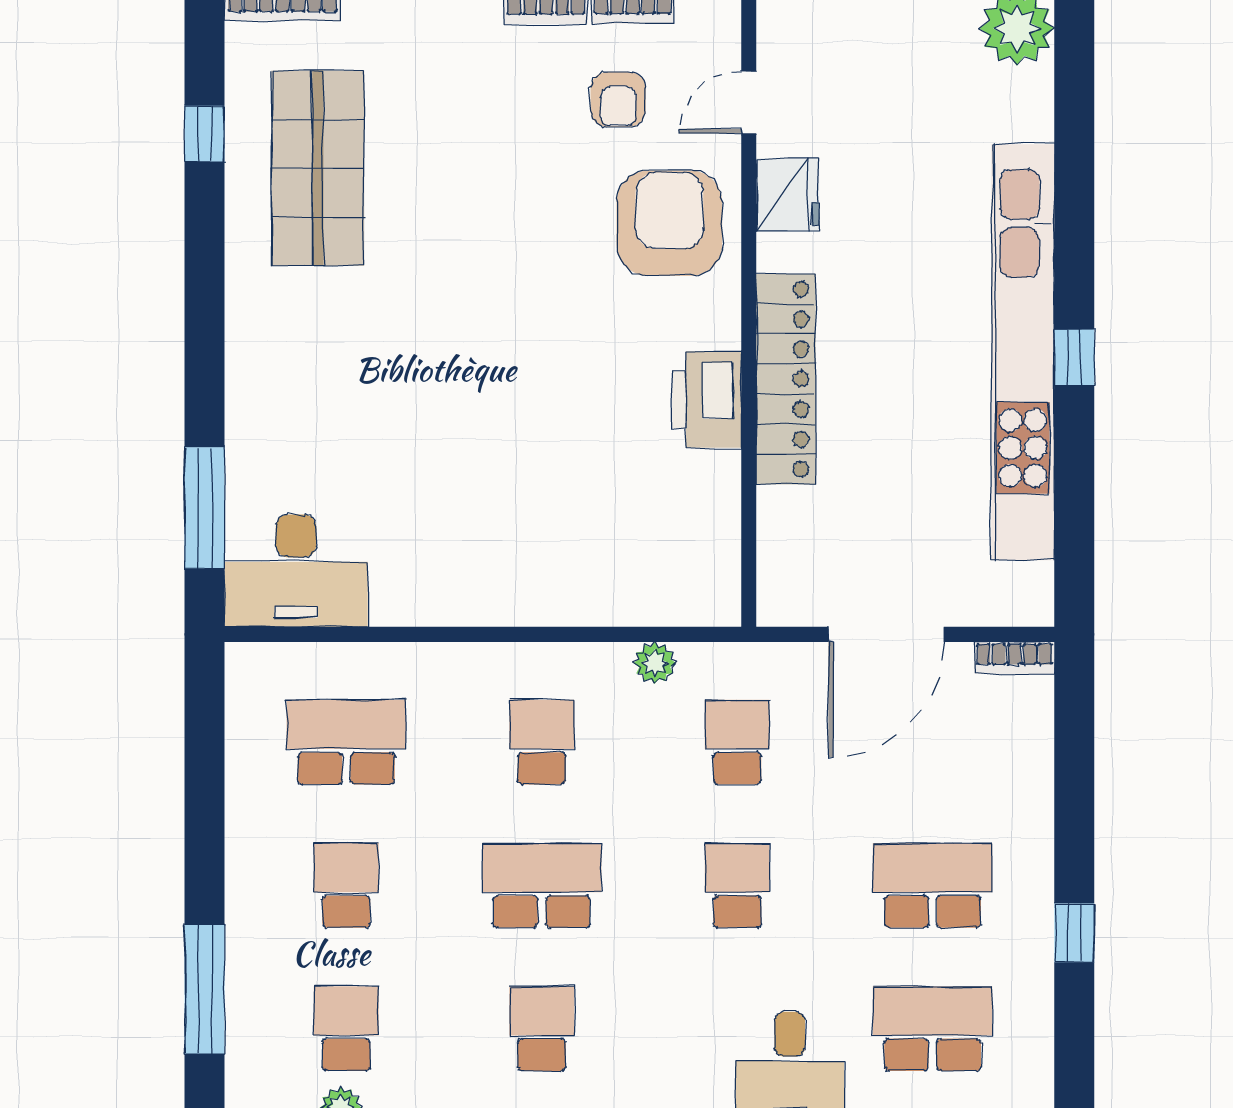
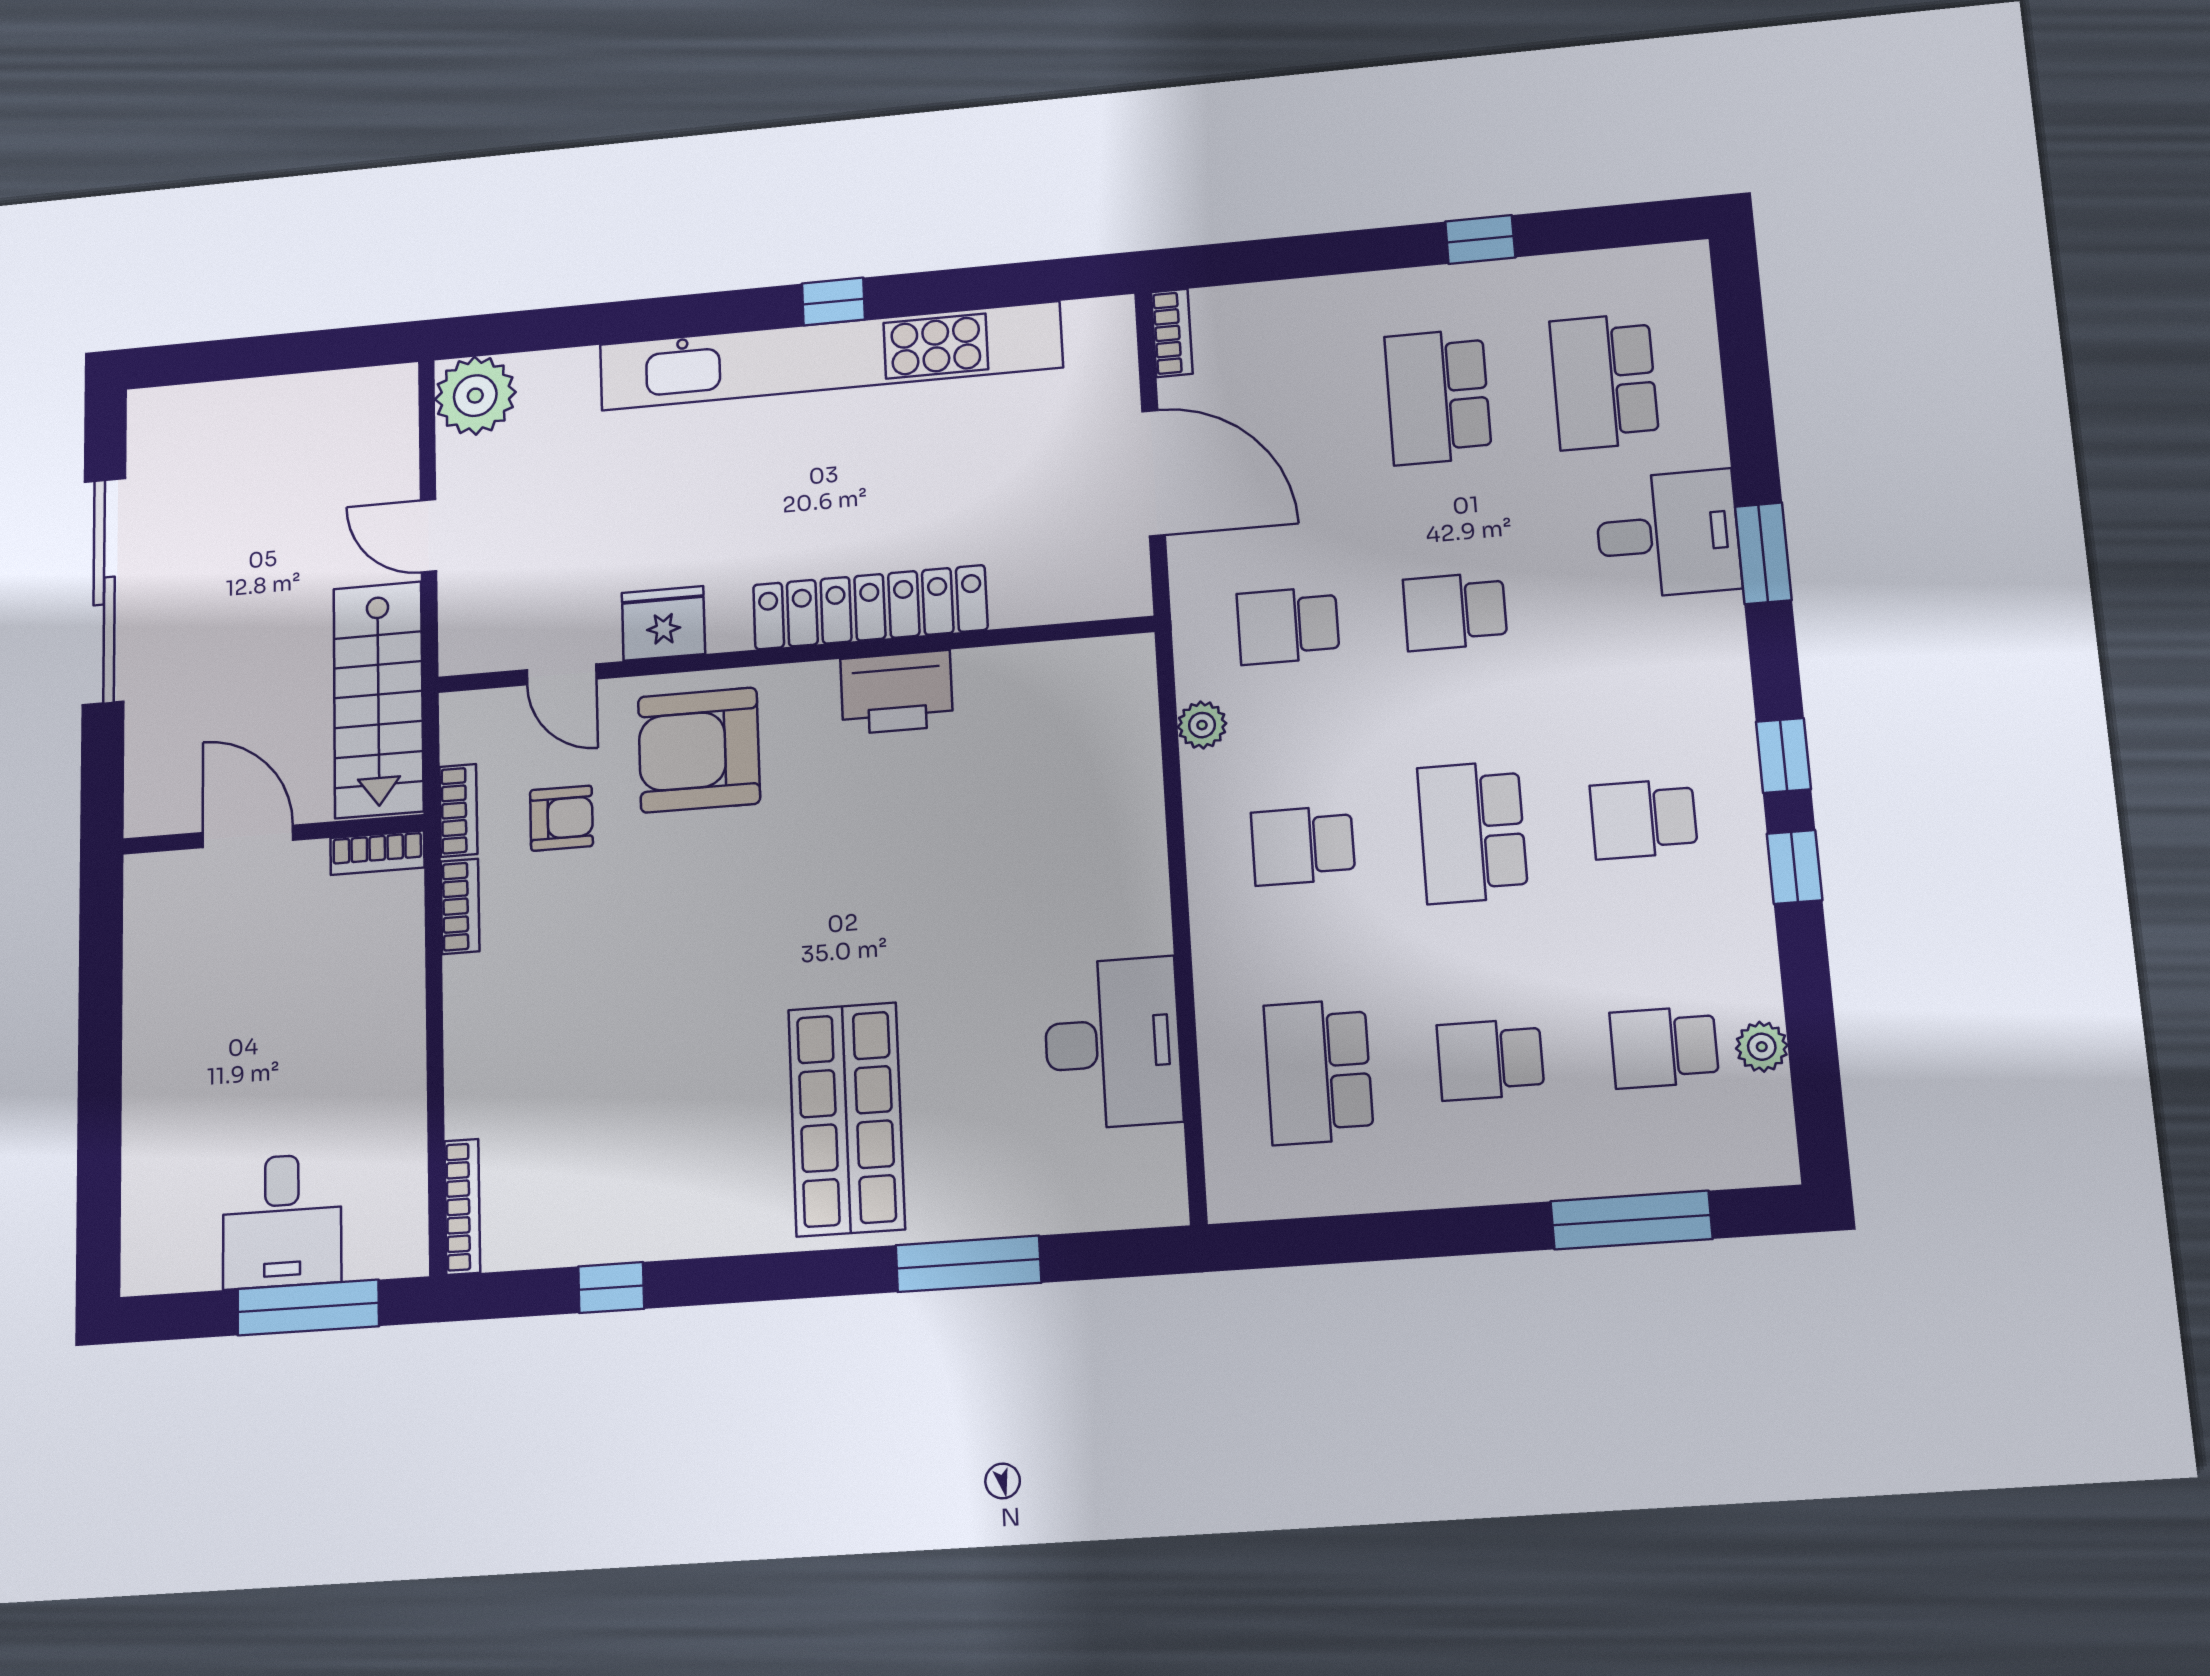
shop shelf: (318, 168) -> (846, 1119), moved, turned 90
window: (205, 508) -> (968, 1264), moved
desk: (296, 571) -> (1113, 1043), moved

